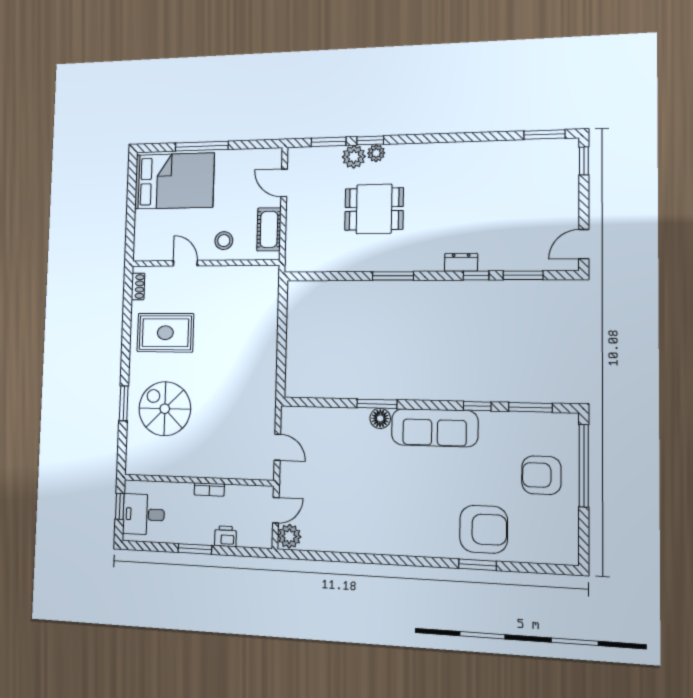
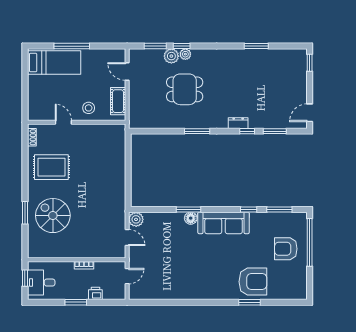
window: (544, 135) -> (256, 46), moved
bed: (174, 181) -> (54, 63), width x0.67
plant: (289, 536) -> (136, 219), moved

